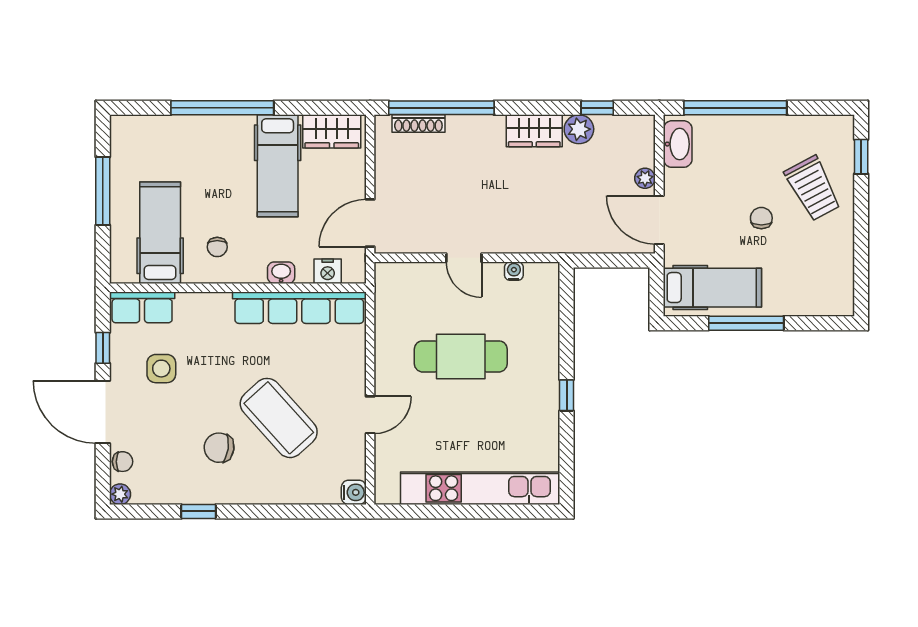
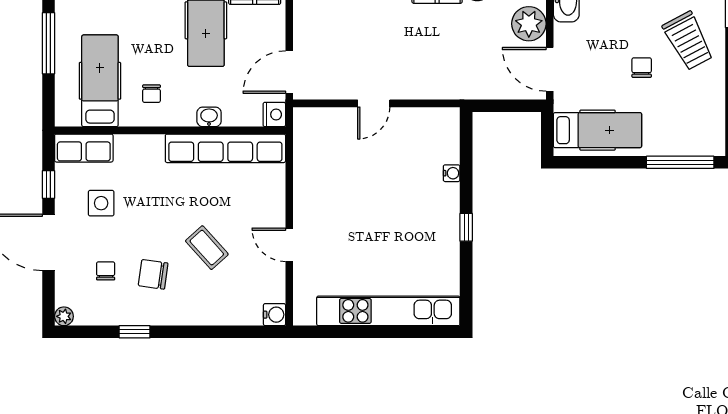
plant: (645, 178) -> (529, 24), width x1.88, depth x1.88
door: (464, 258) -> (374, 103), hinge flipped
nightstand: (328, 271) -> (274, 114), moved, turned -90
water cooler: (514, 271) -> (452, 173), moved, turned 90
window: (746, 323) -> (680, 162), moved
cafe table: (461, 356) -> (371, 192), removed
door: (370, 415) -> (289, 245), swing flipped
coffee table: (279, 418) -> (207, 248), width x0.54, depth x0.58
chair: (122, 462) -> (106, 271), moved, turned -90

